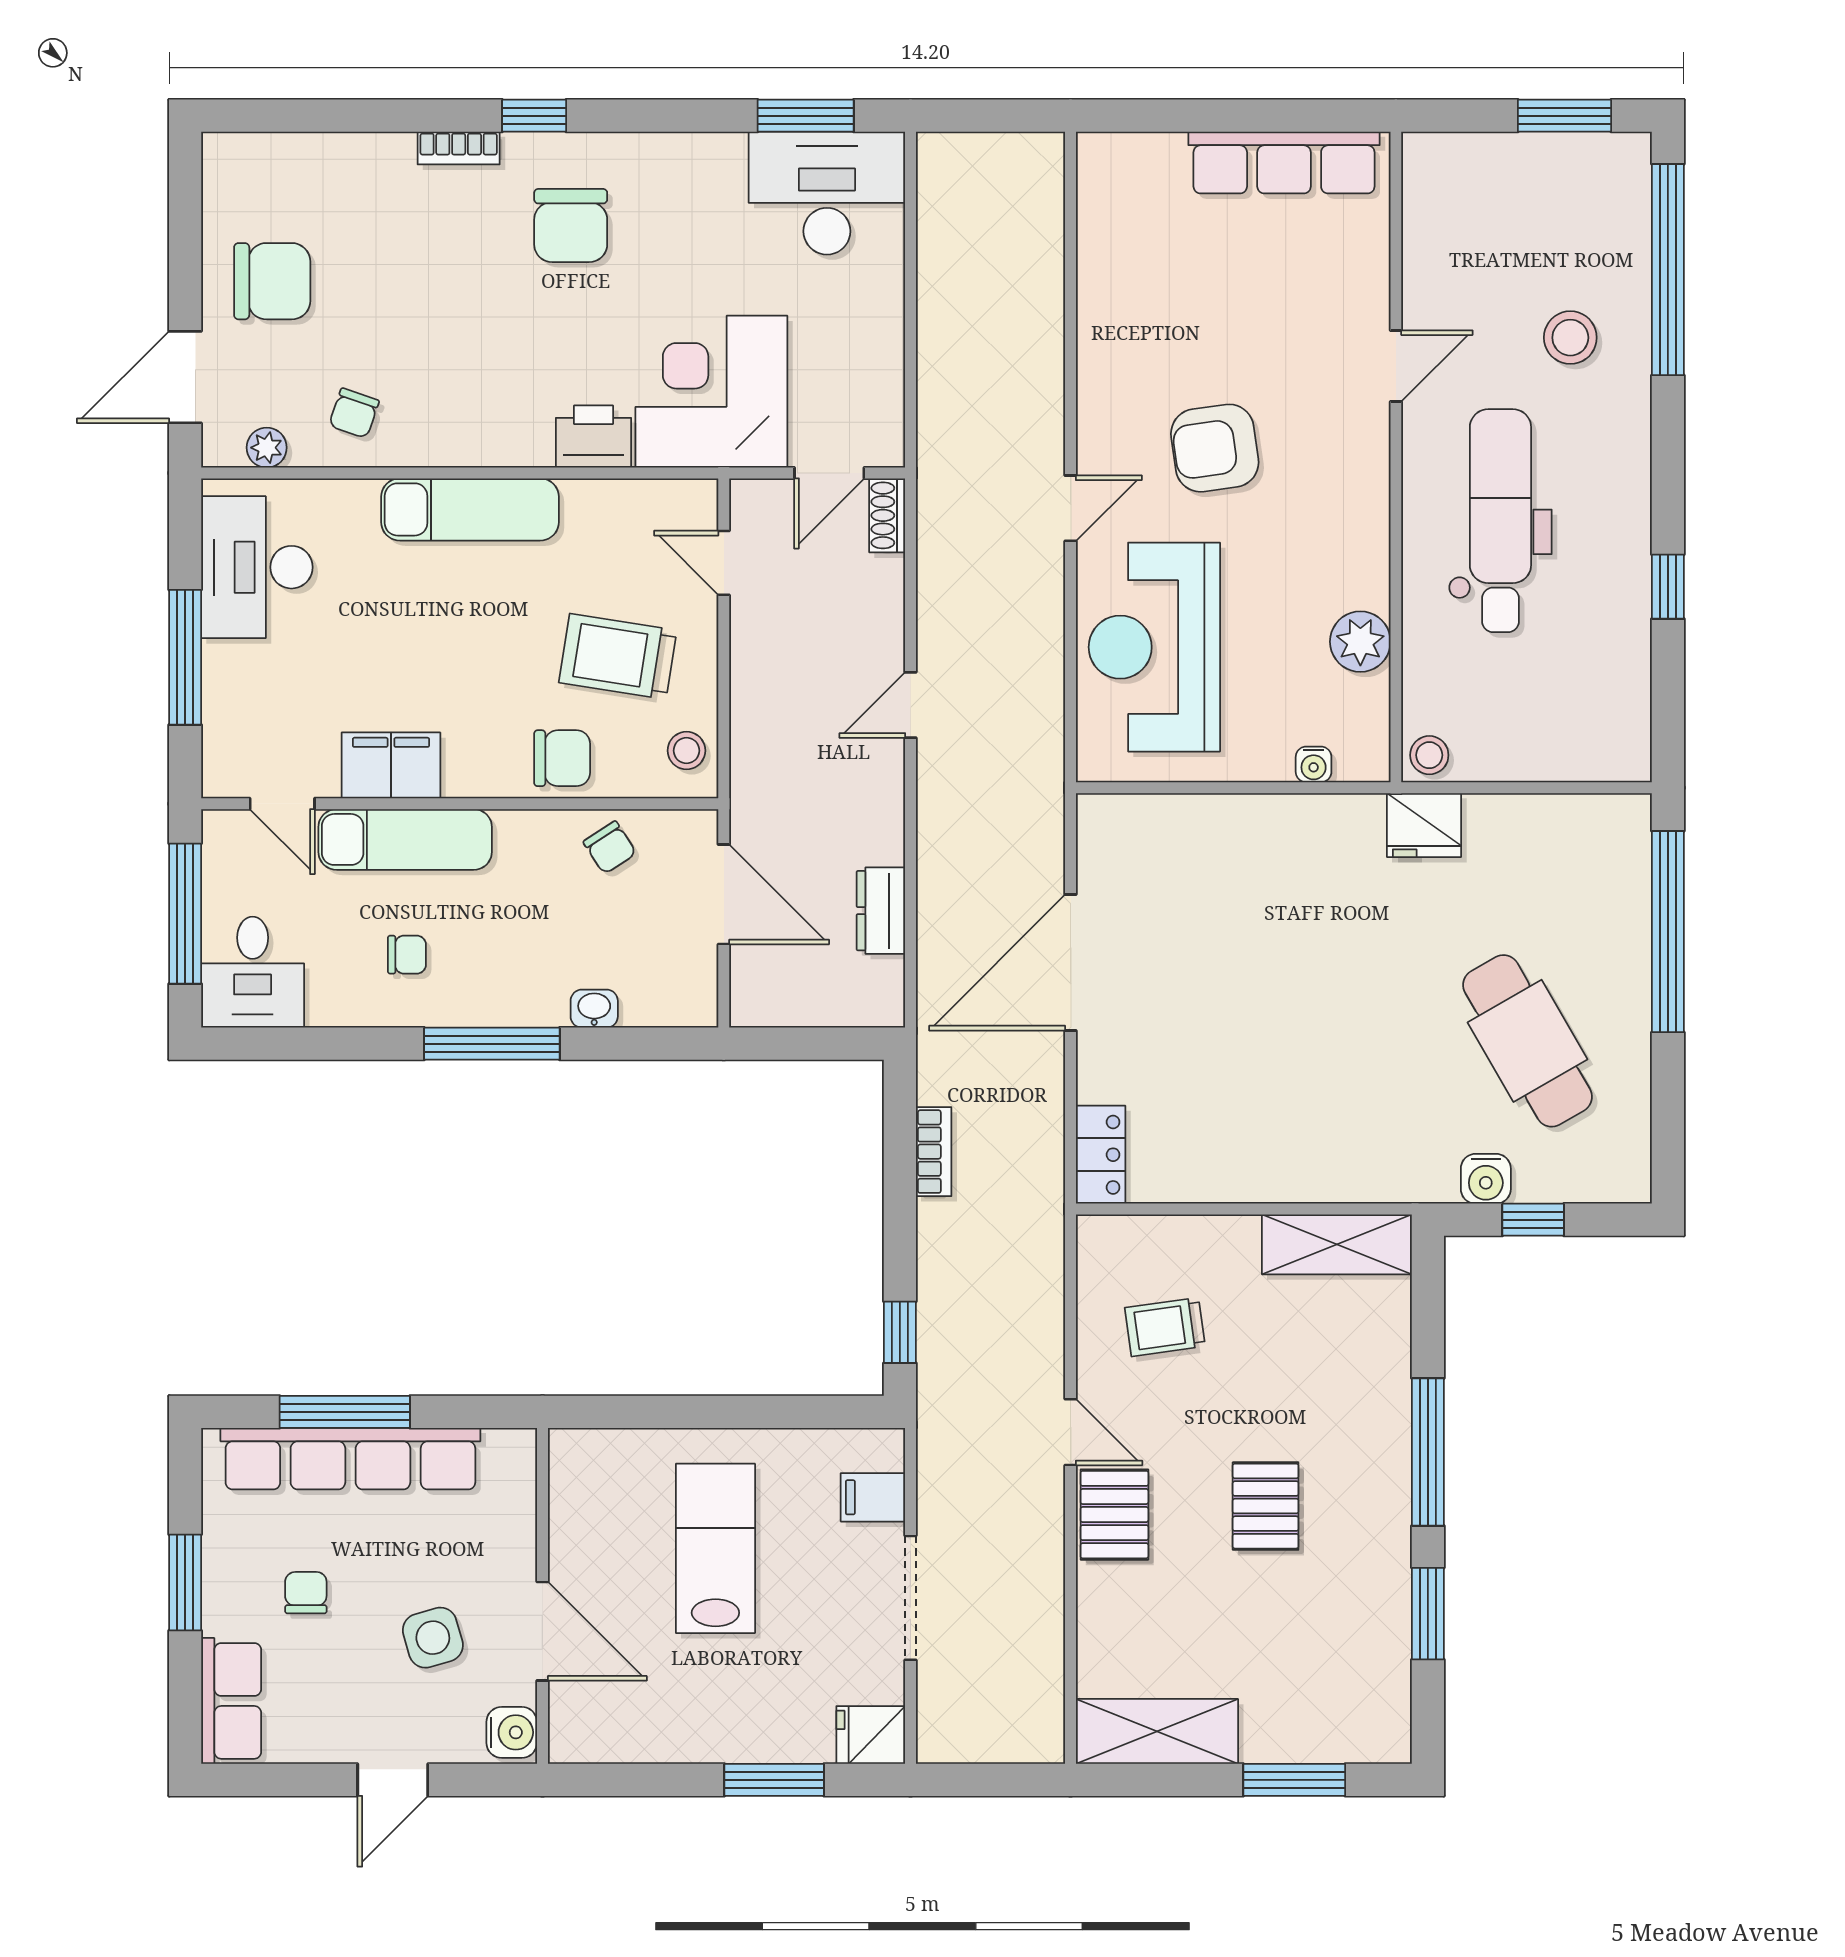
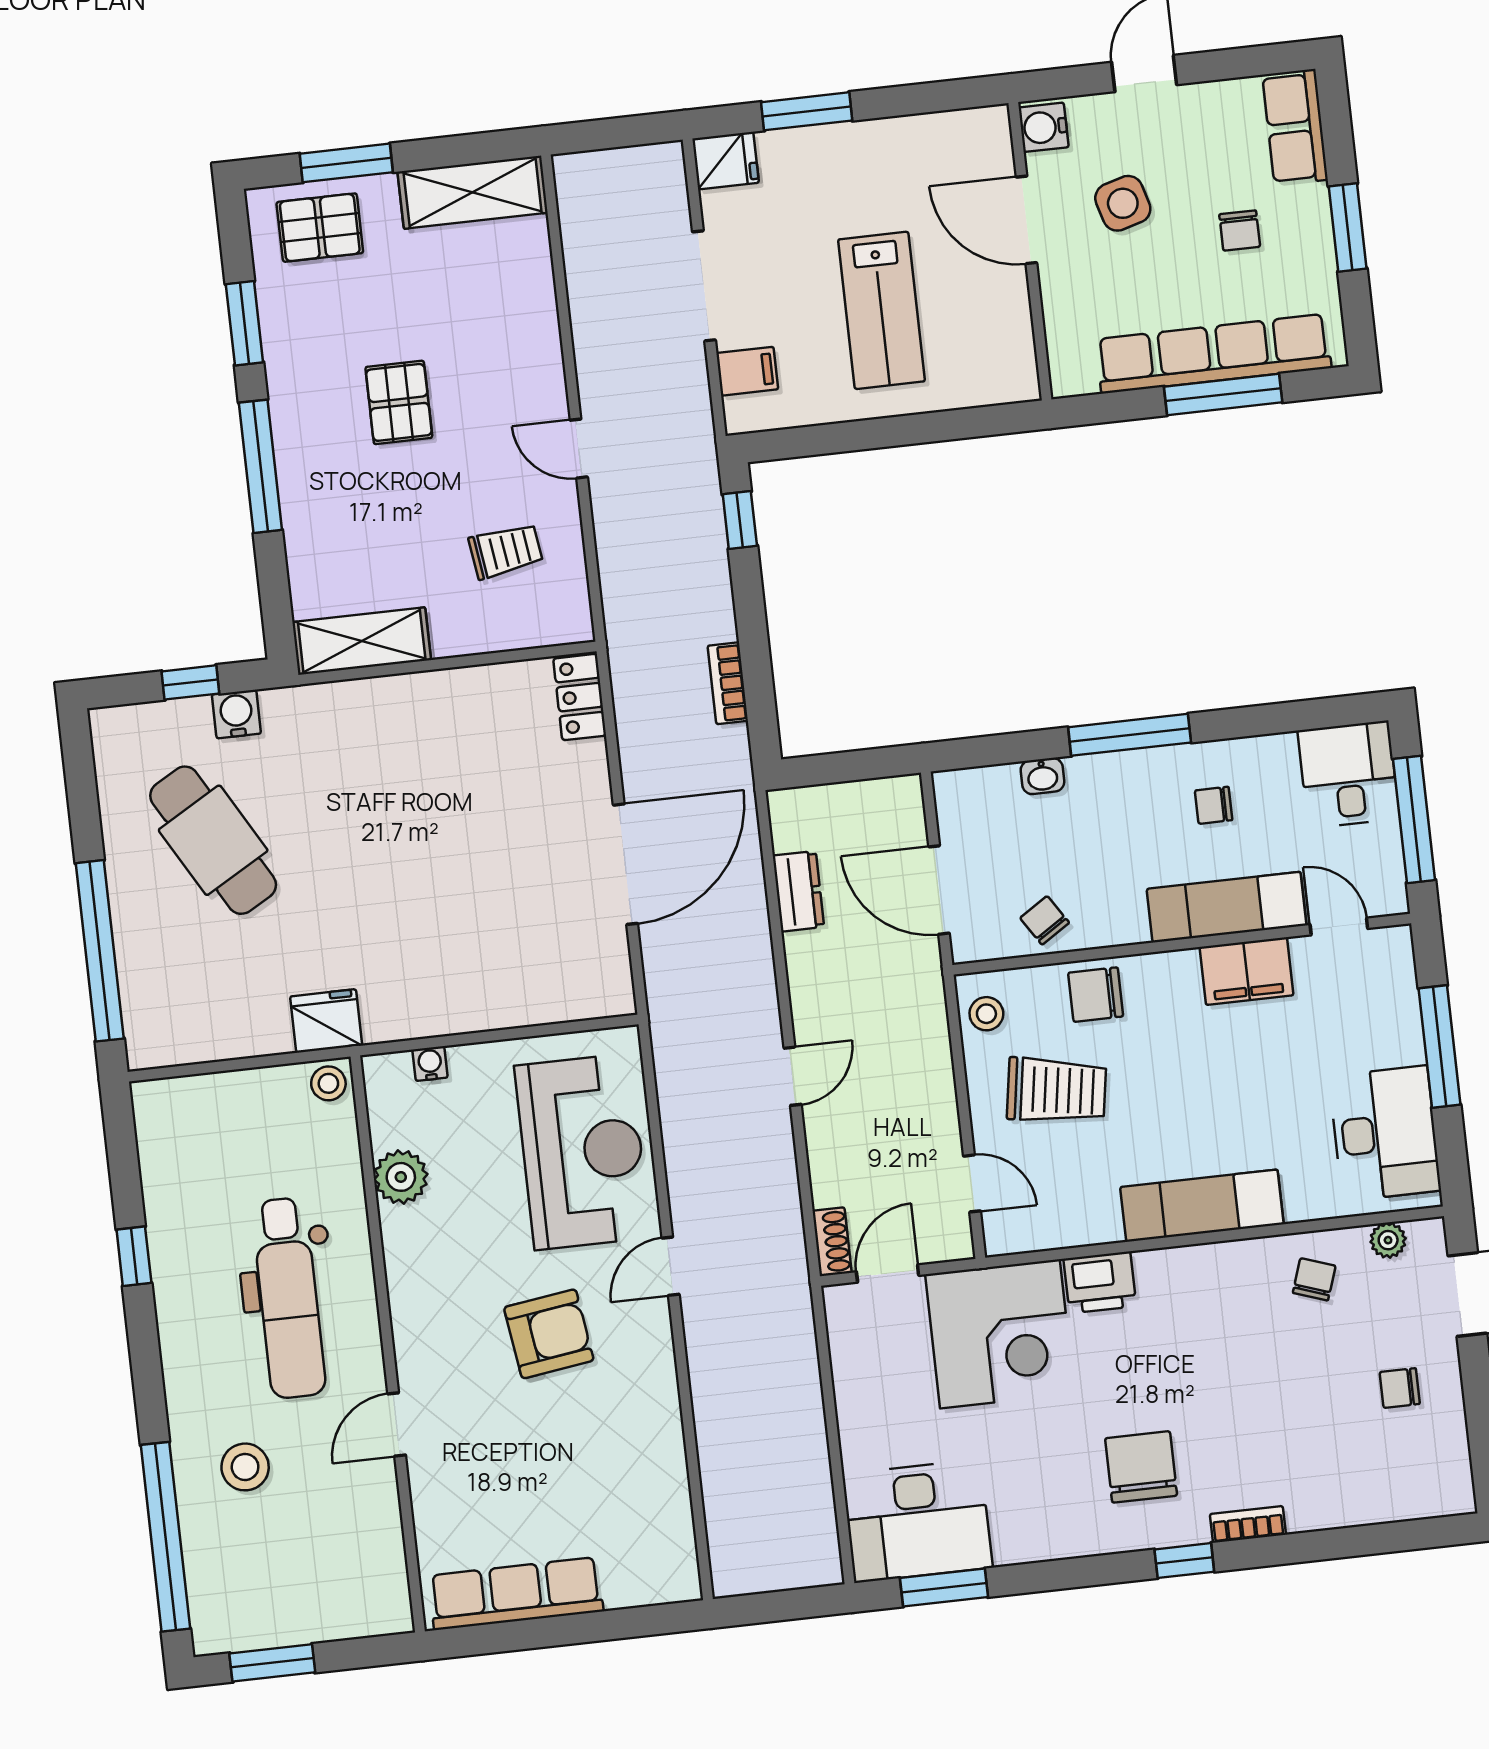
chair: (272, 281) -> (1400, 1388), width x0.54, depth x0.54
pallet: (1114, 1515) -> (320, 228), moved, turned 90

